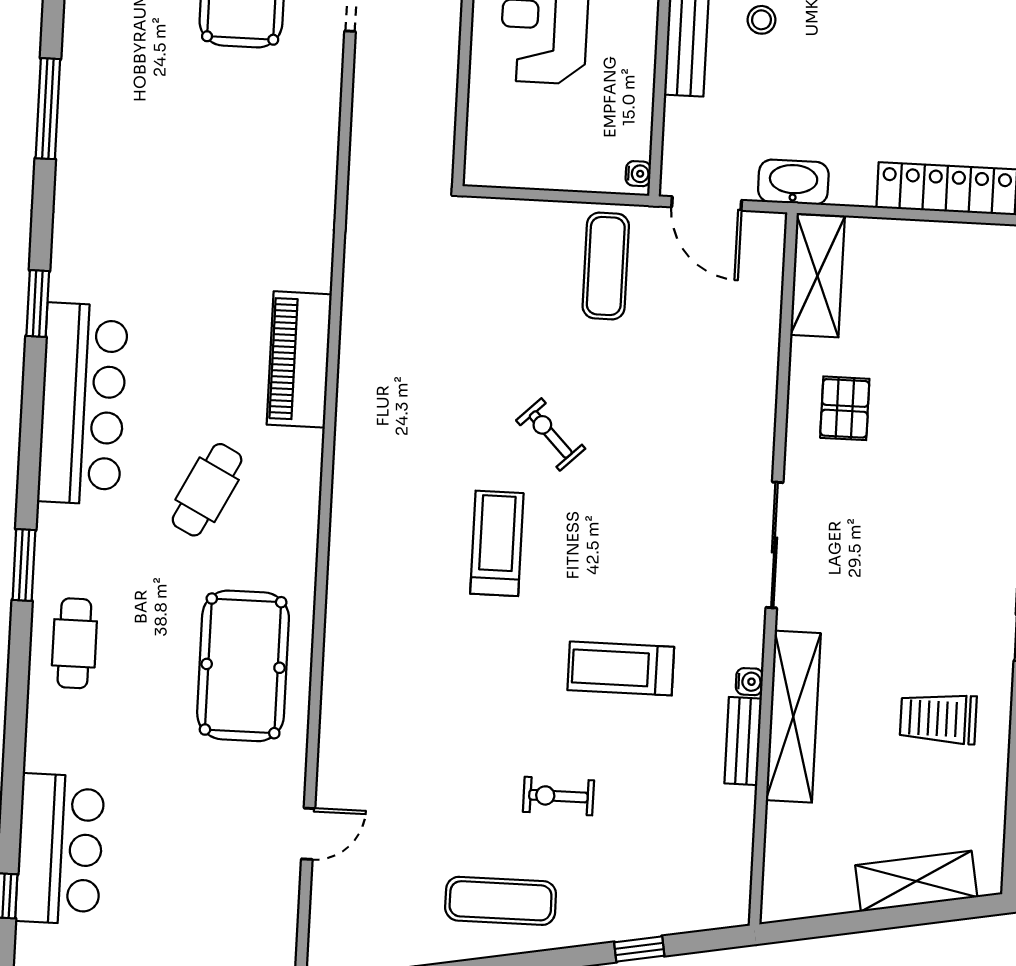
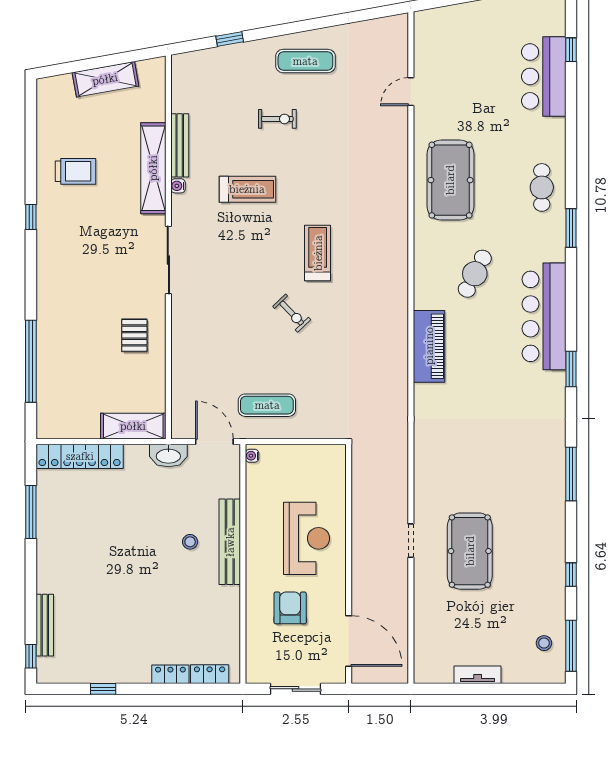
exercise mat: (606, 266) -> (267, 405), turned 90
shelving: (817, 276) -> (133, 426), moved, turned 90
treadmill: (497, 543) -> (318, 253), turned 180
bench: (743, 741) -> (180, 145), width x1.36
shelving: (916, 881) -> (105, 79), moved

